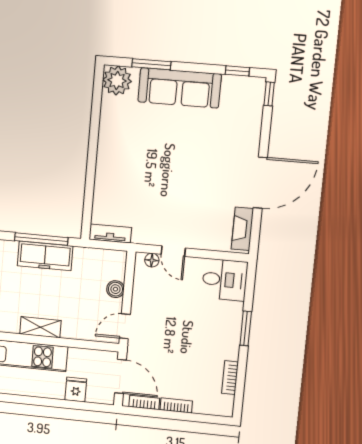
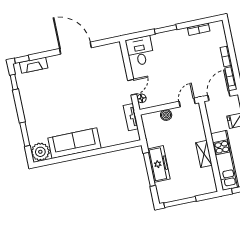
sofa: (180, 88) -> (74, 143), moved, turned -90
fireplace: (242, 229) -> (34, 65), moved
tv unit: (110, 233) -> (131, 117), moved
door: (125, 326) -> (187, 102), swing flipped

